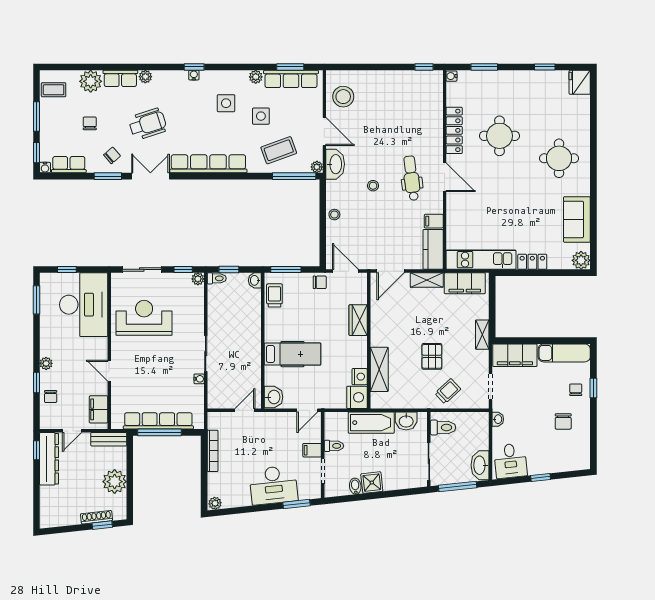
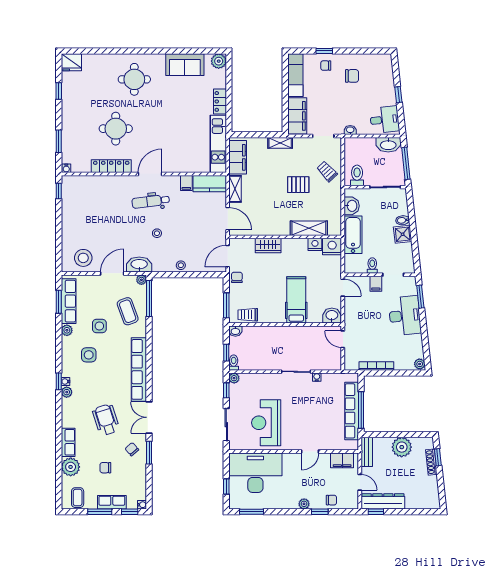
plant: (145, 77) -> (67, 392), moved
row of seats: (69, 165) -> (112, 502), moved, turned 90
bidet: (355, 486) -> (403, 220), moved

